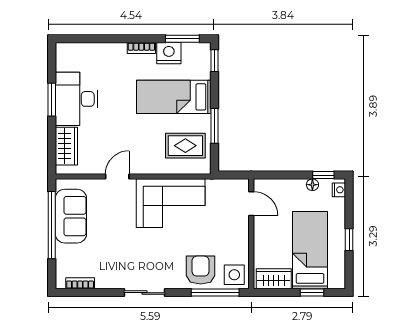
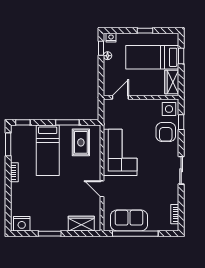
nightstand: (169, 53) -> (22, 224), moved, turned -90
desk: (76, 99) -> (49, 217), removed
armchair: (201, 270) -> (166, 132), turned -90
window: (215, 293) -> (181, 122), width x0.46

